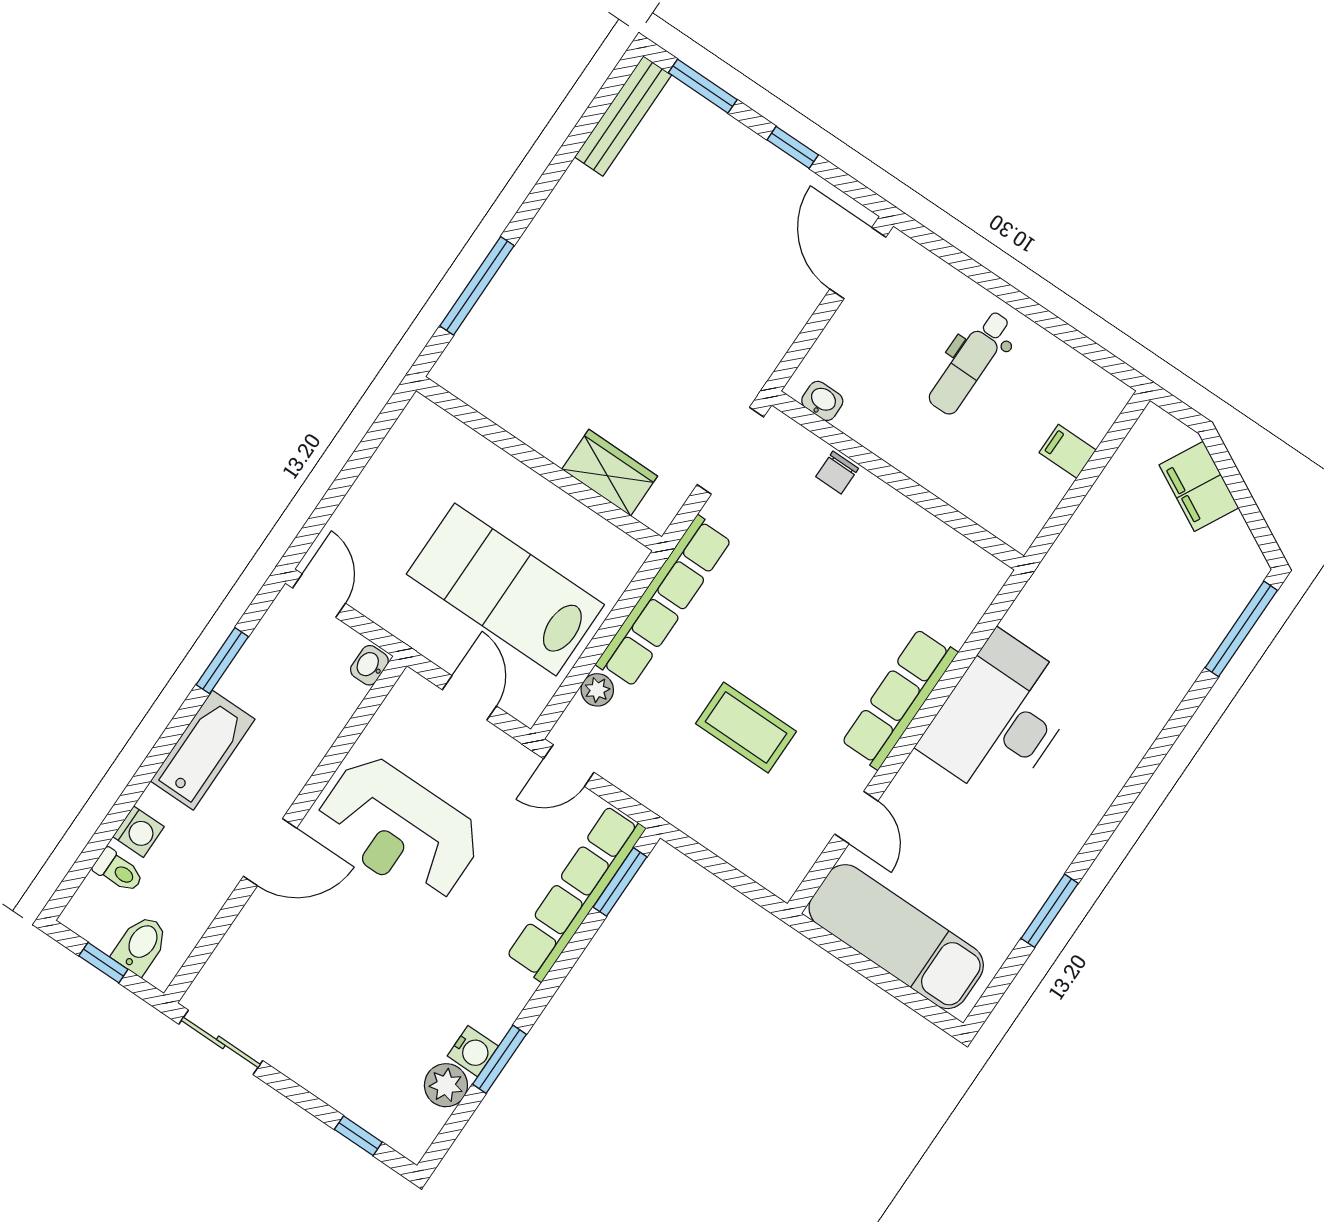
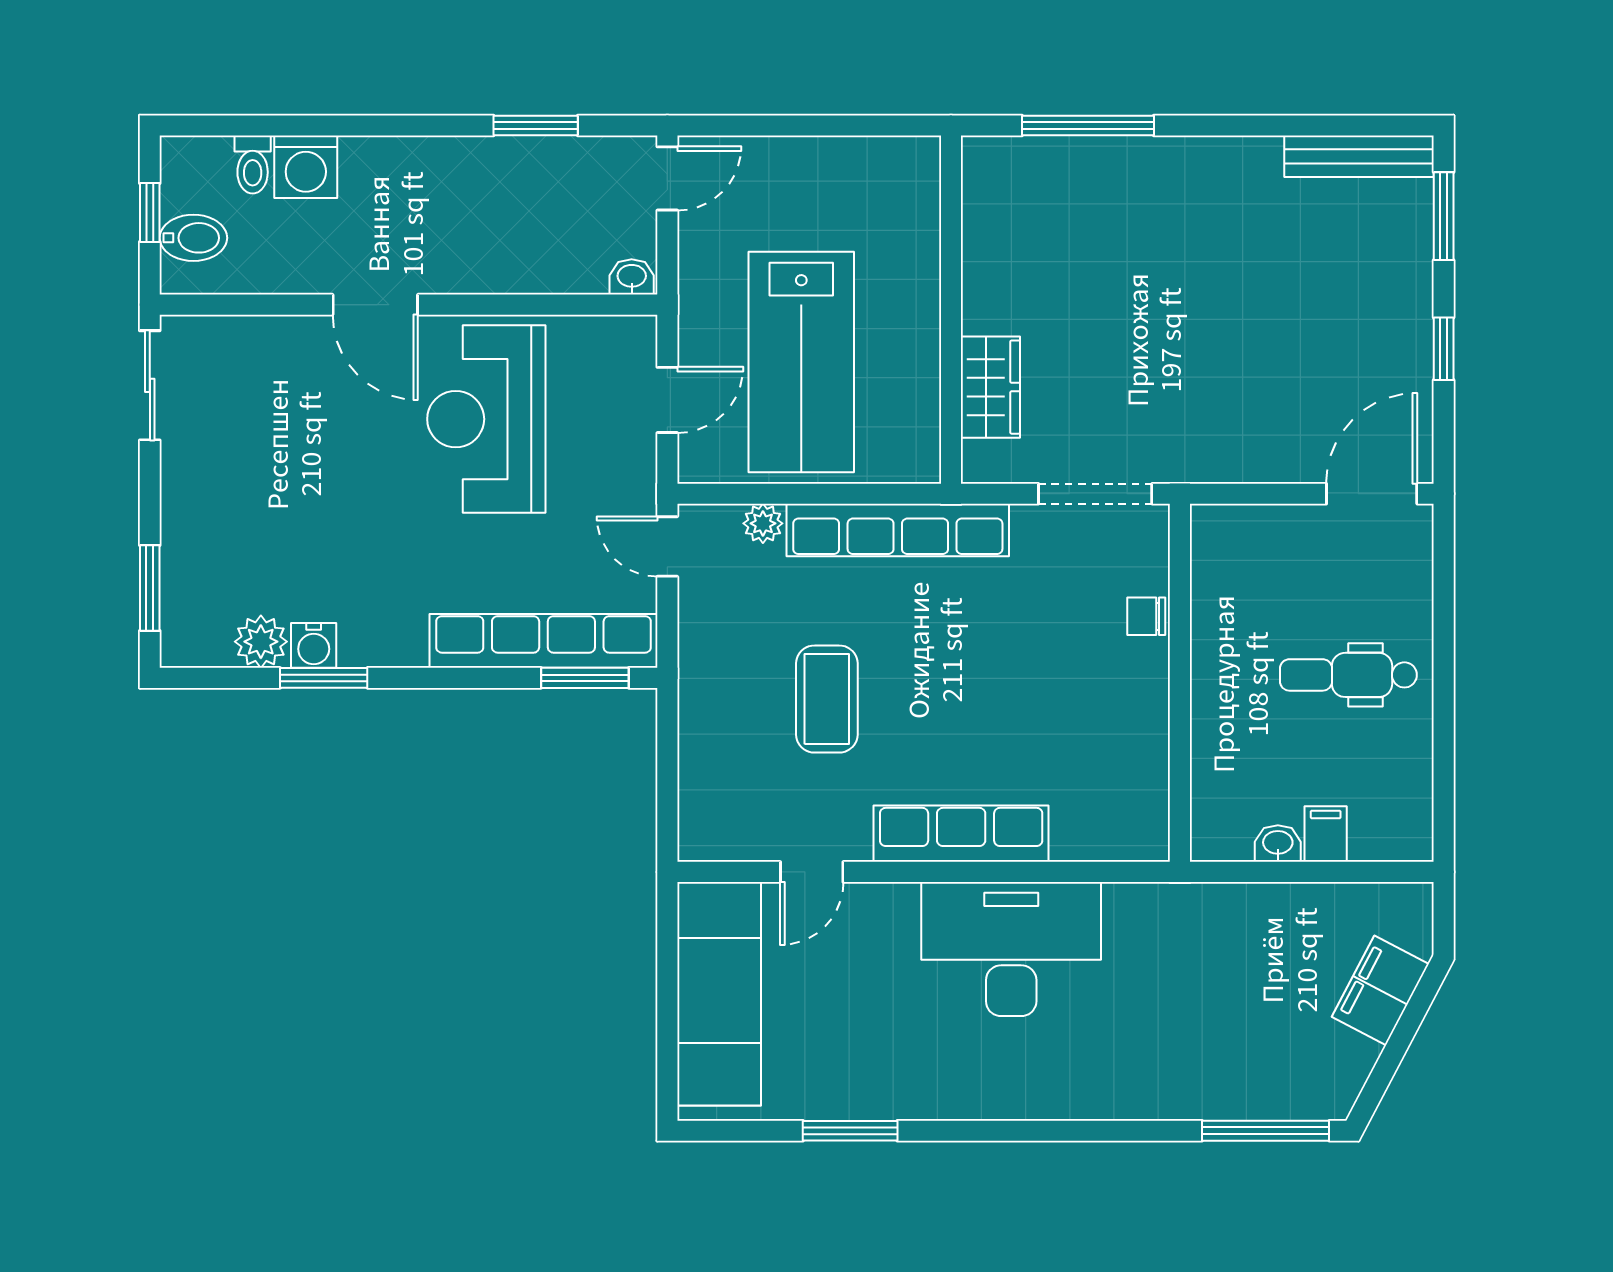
washbasin: (822, 401) -> (1278, 844), moved, turned -90
lab bench: (505, 589) -> (801, 362), turned 180
bathtub: (203, 750) -> (432, 167), removed
washing machine: (139, 832) -> (306, 167), width x1.38, depth x1.38
window: (358, 1136) -> (150, 588), width x1.50

